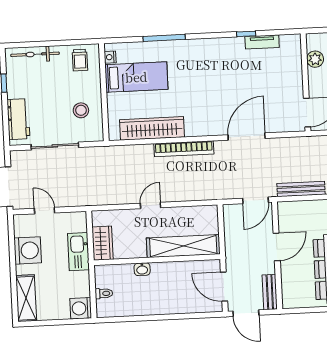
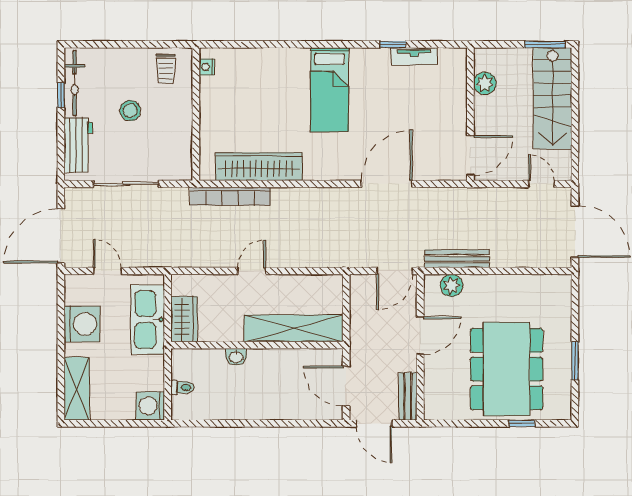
window: (164, 38) -> (281, 44), removed
bicycle: (35, 54) -> (75, 83), moved, turned -90
bed: (136, 77) -> (330, 90), moved, turned 90
stool: (81, 110) -> (130, 111), moved
bookcase: (184, 149) -> (230, 196), moved
plant: (298, 209) -> (452, 285), added
kitchen sink: (78, 252) -> (148, 320), width x1.36, depth x1.24

